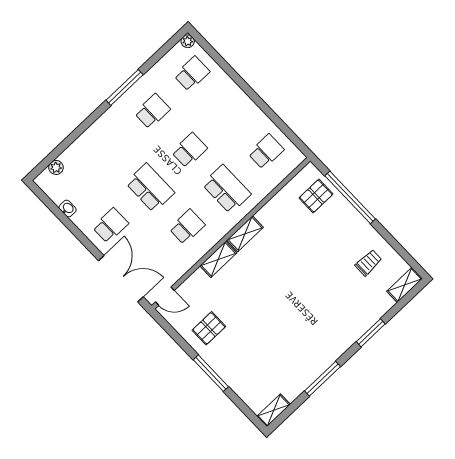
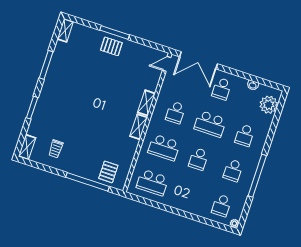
window: (125, 87) -> (257, 176), width x1.46
school desk: (113, 149) -> (245, 135), added
school desk: (266, 152) -> (152, 183), width x1.85
plant: (56, 167) -> (269, 105), width x1.87, depth x1.87
pallet: (209, 328) -> (111, 46), moved, turned 90

